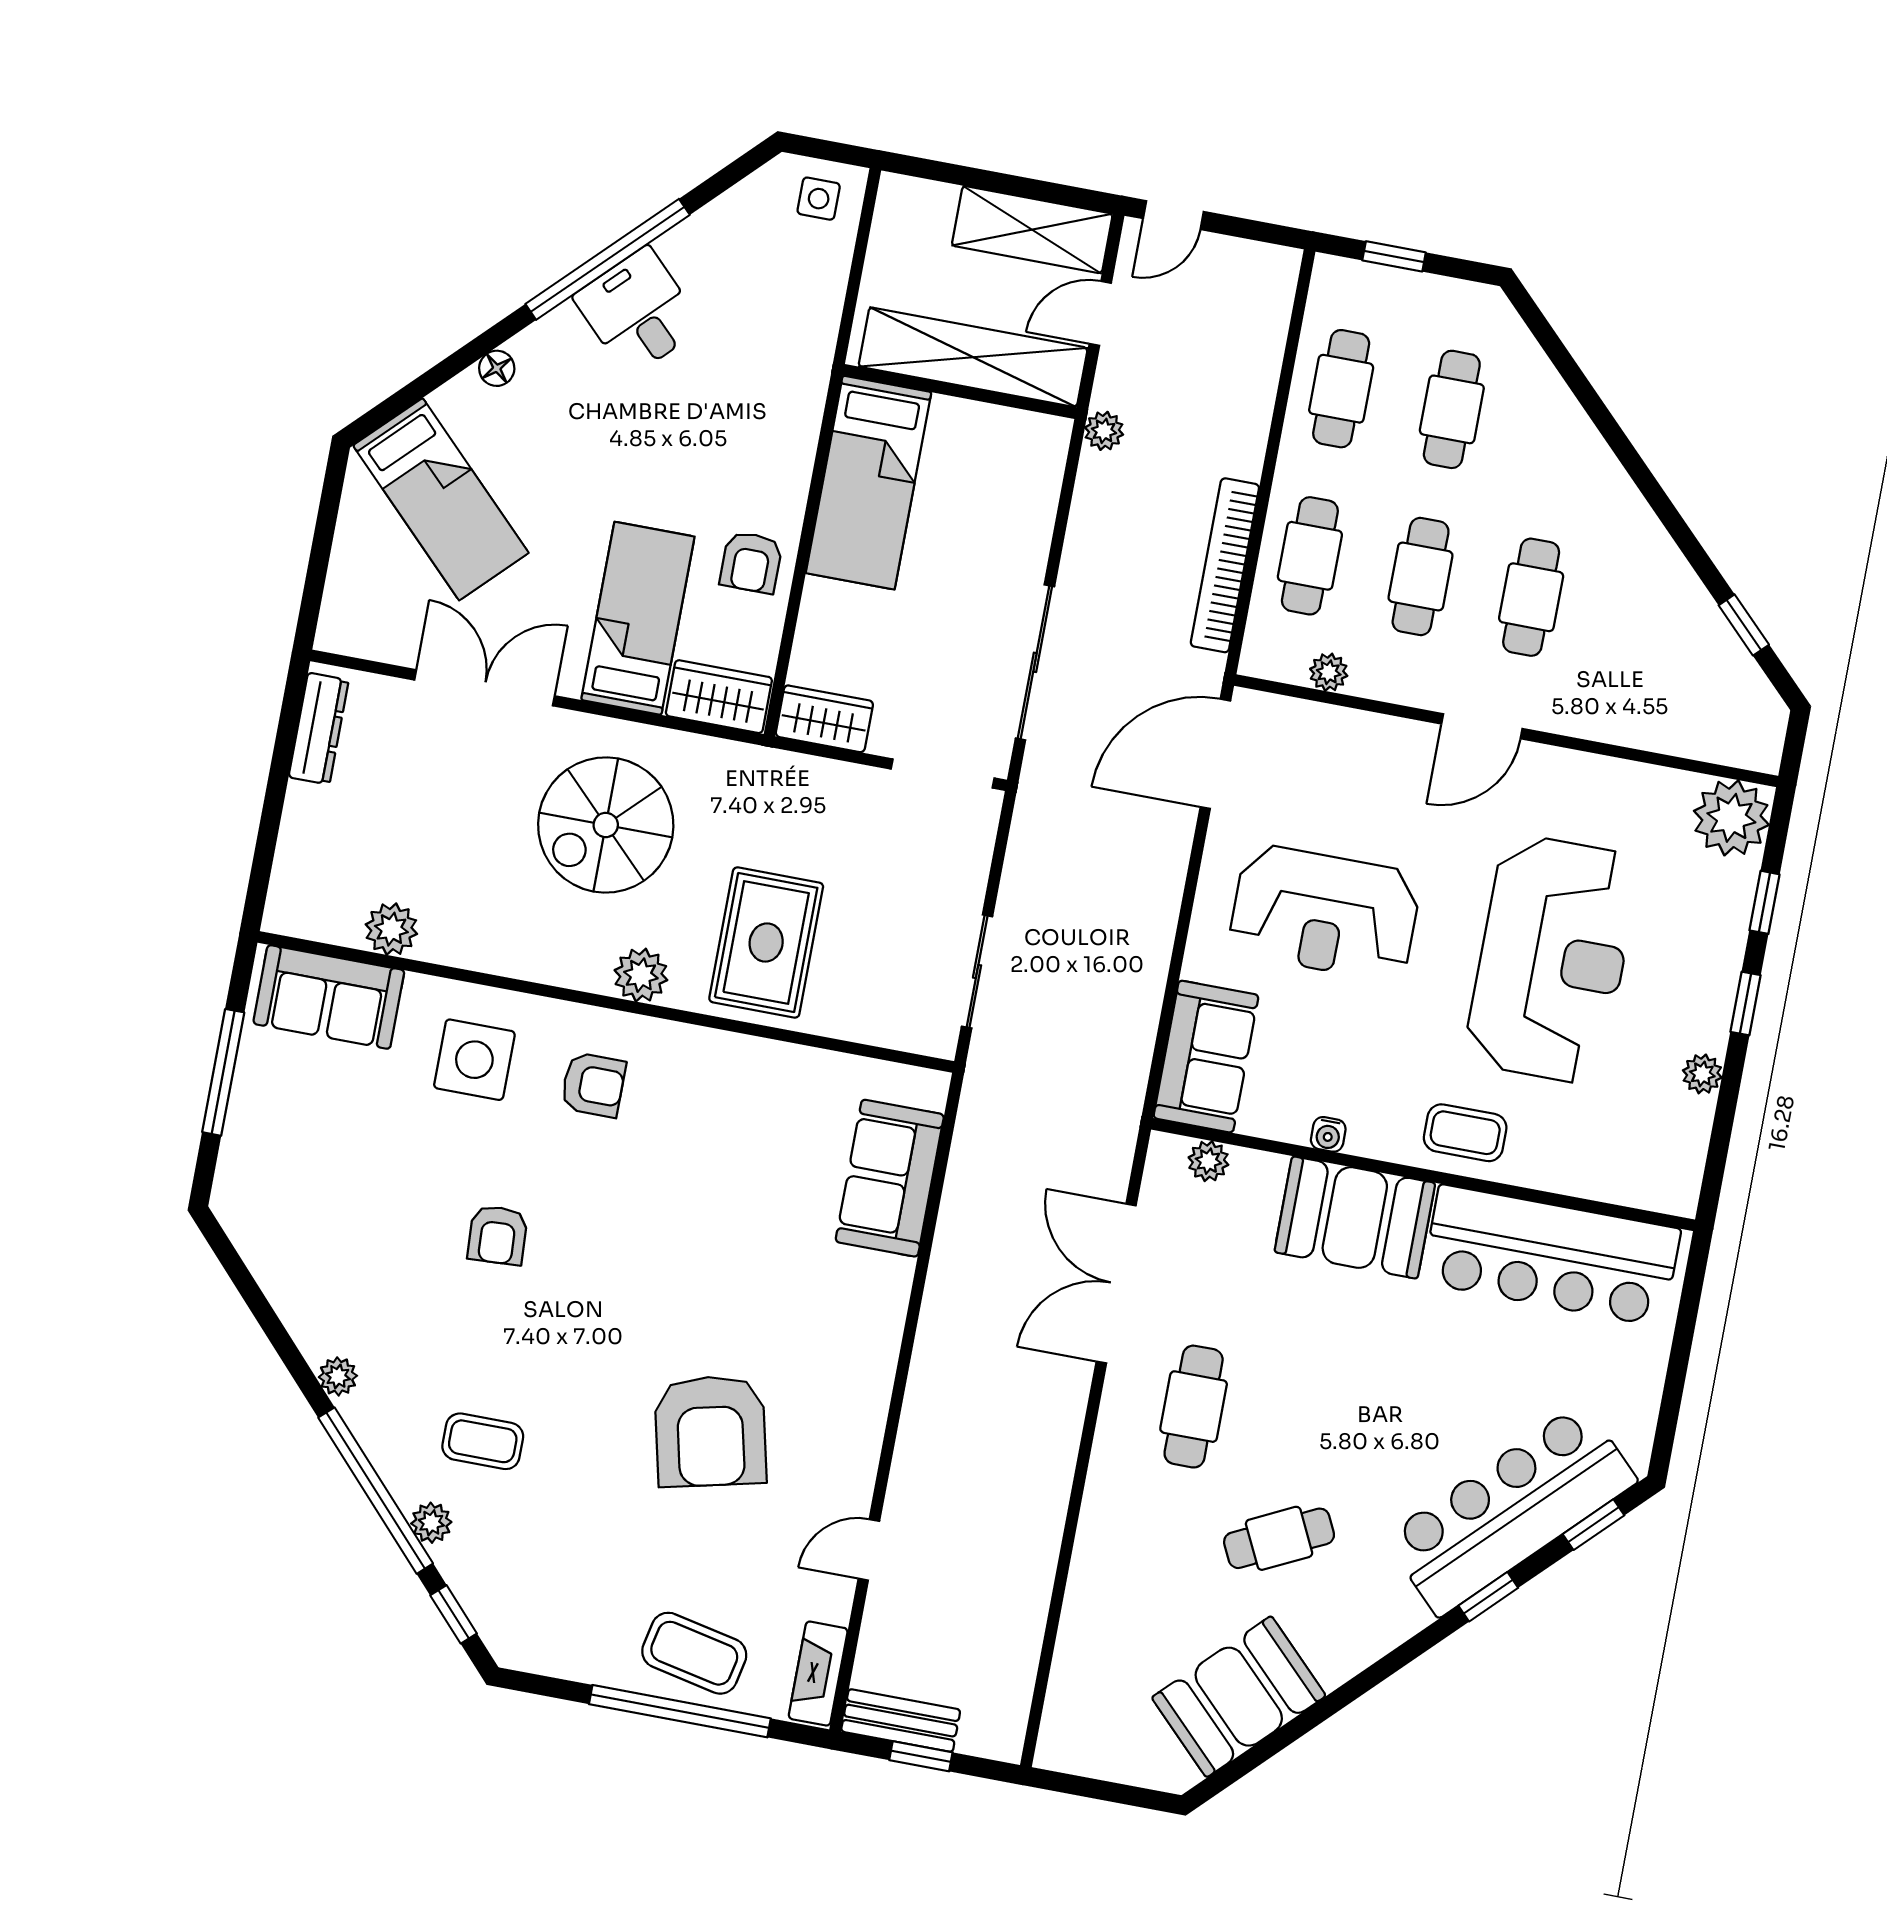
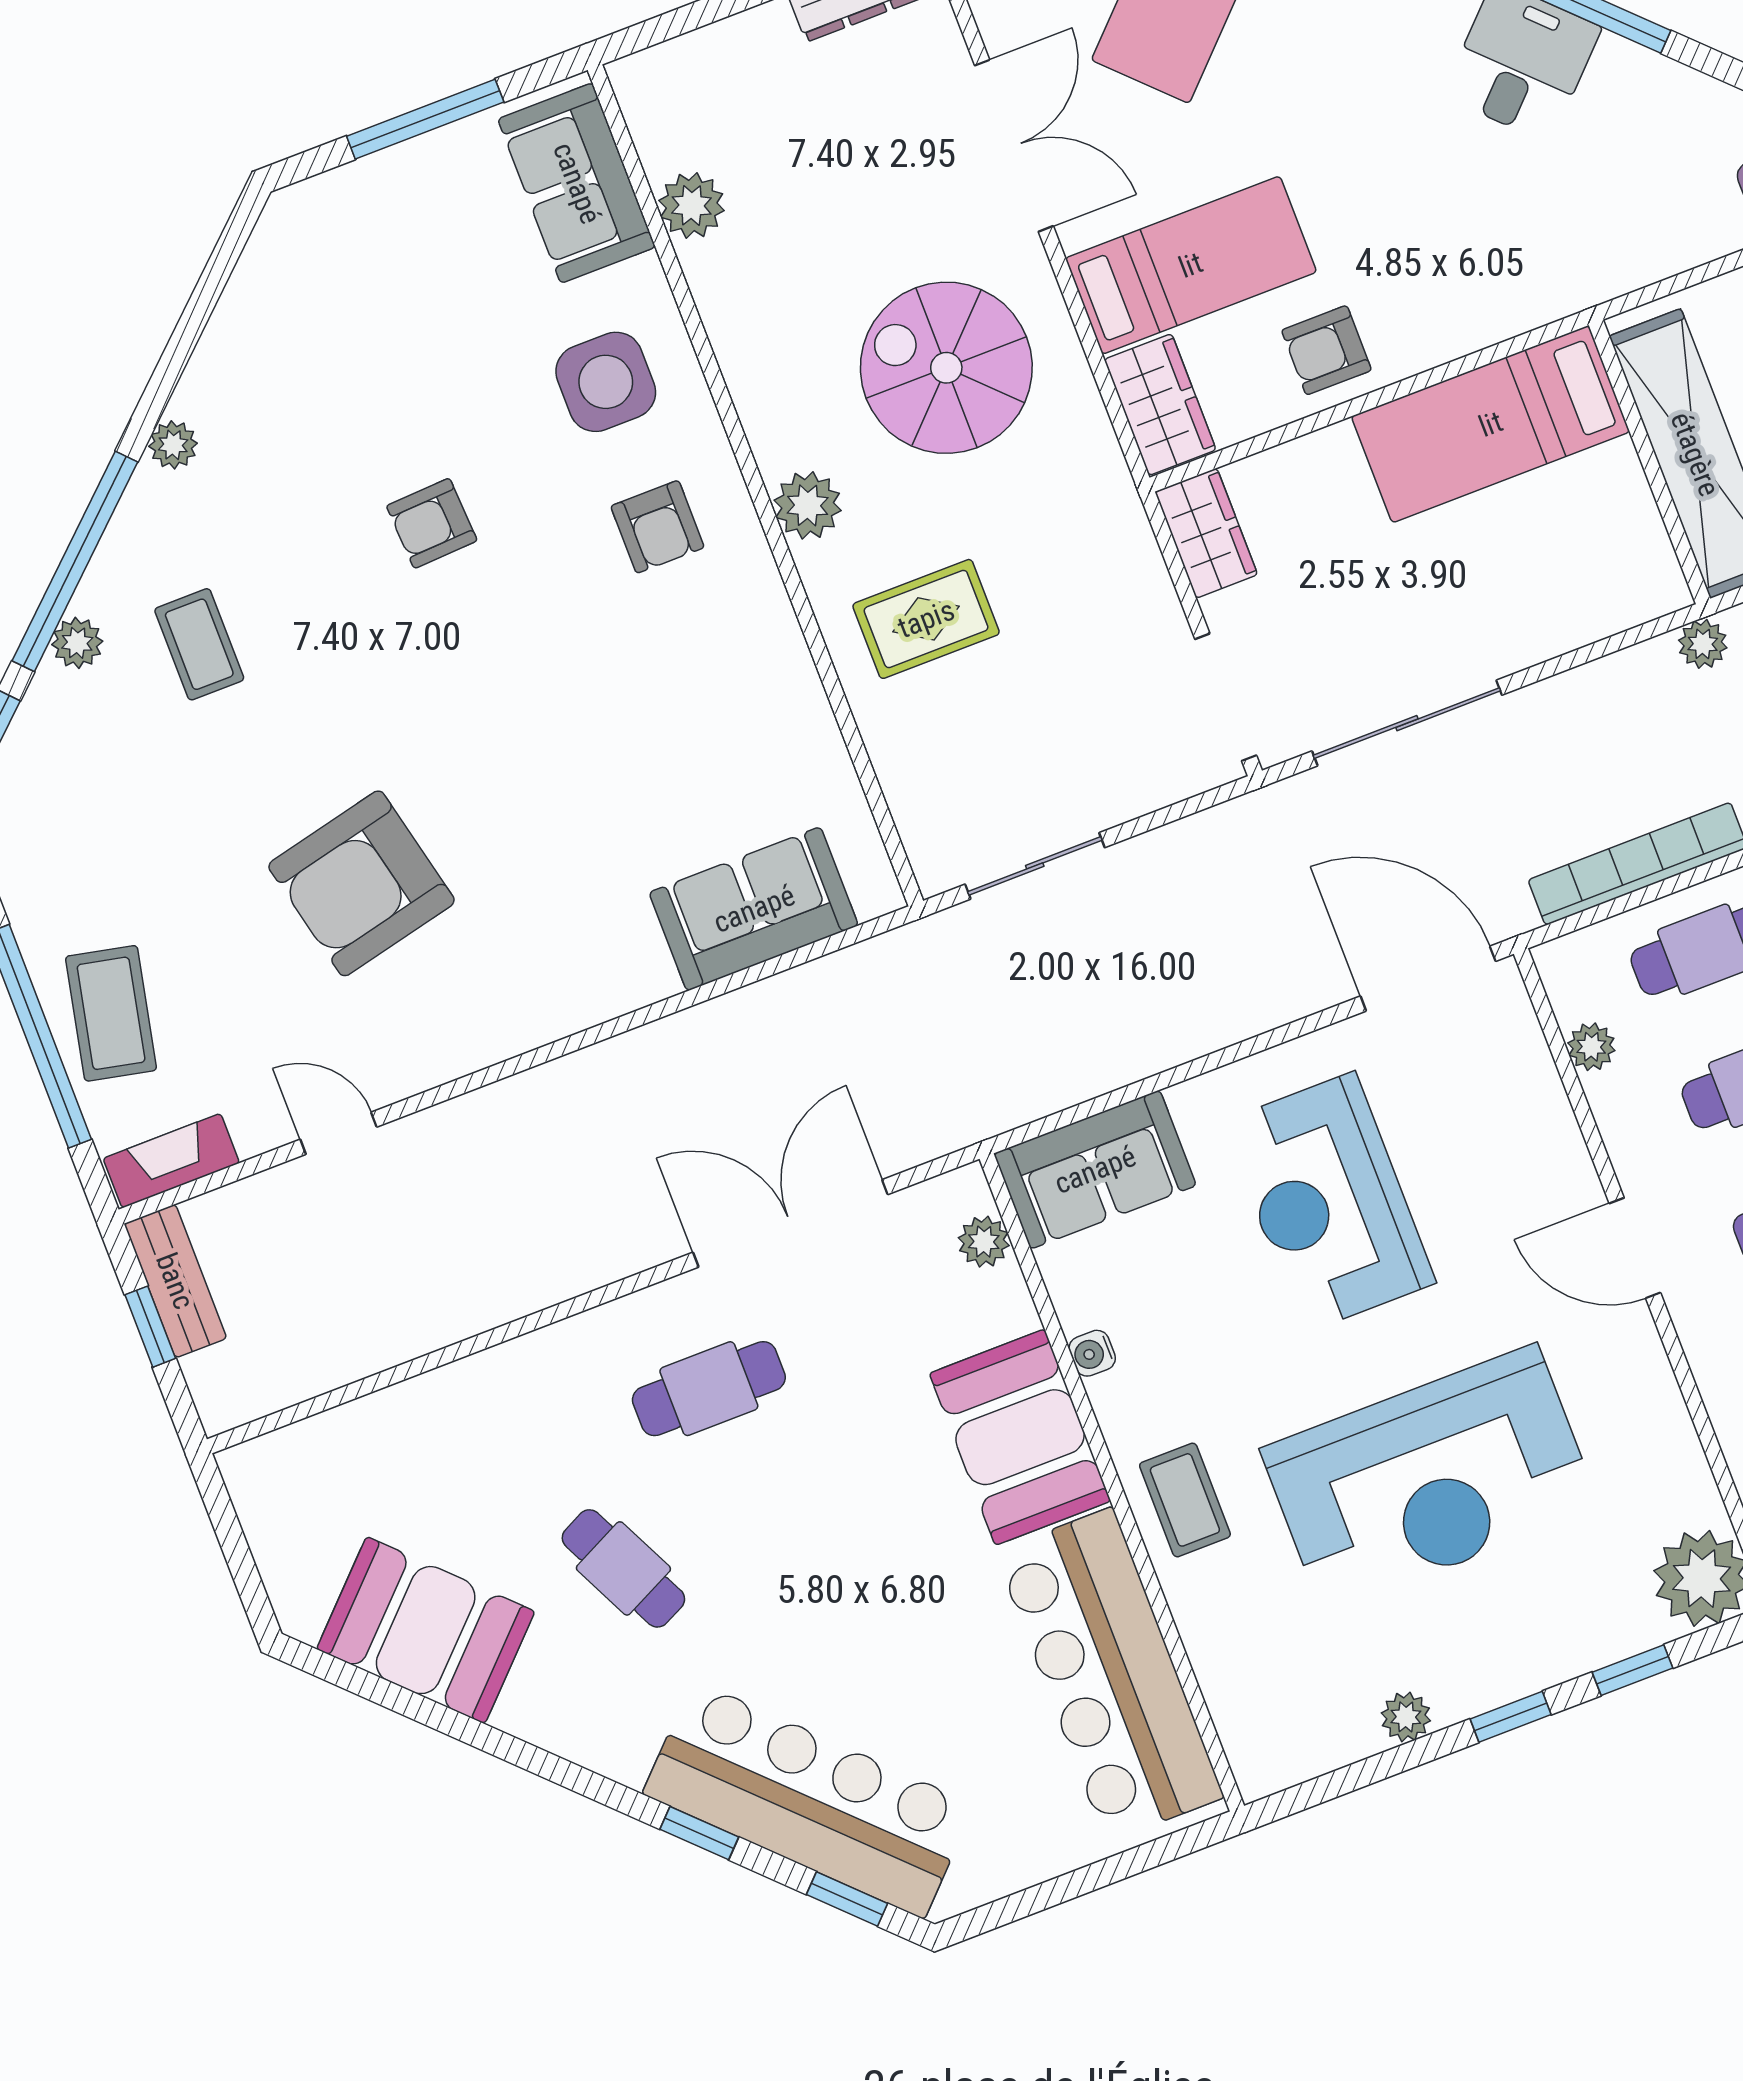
rug: (766, 942) -> (926, 619), width x0.73, depth x0.70

